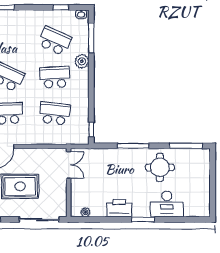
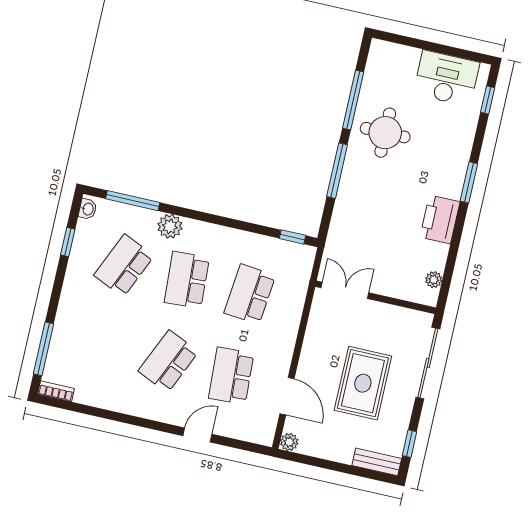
window: (186, 146) -> (353, 100), moved
desk: (167, 204) -> (446, 78), moved, turned -90
window: (190, 219) -> (488, 100), added

